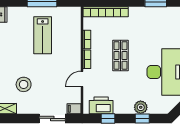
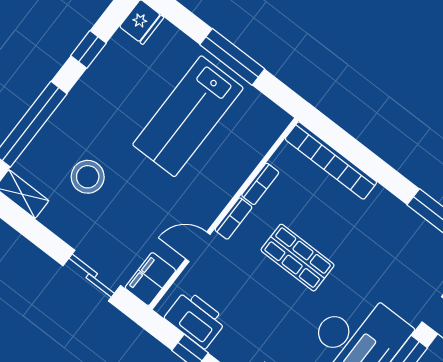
lab bench: (43, 35) -> (188, 116), width x1.36, depth x1.39
shop shelf: (120, 55) -> (298, 258), turned 90
filing cabinet: (74, 109) -> (150, 279), width x2.00

